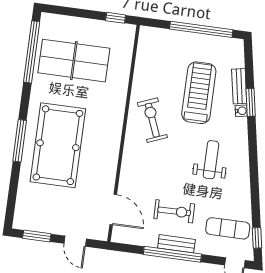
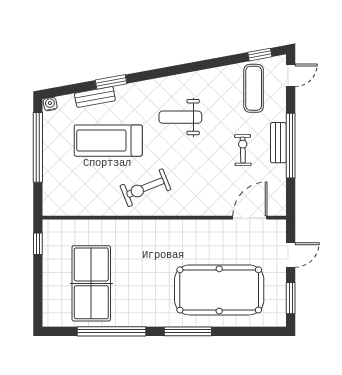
window: (32, 52) -> (112, 331), moved
water cooler: (241, 111) -> (50, 104), moved
pool table: (58, 145) -> (219, 290), moved
exercise bike: (174, 211) -> (243, 150), width x0.73, depth x0.72

